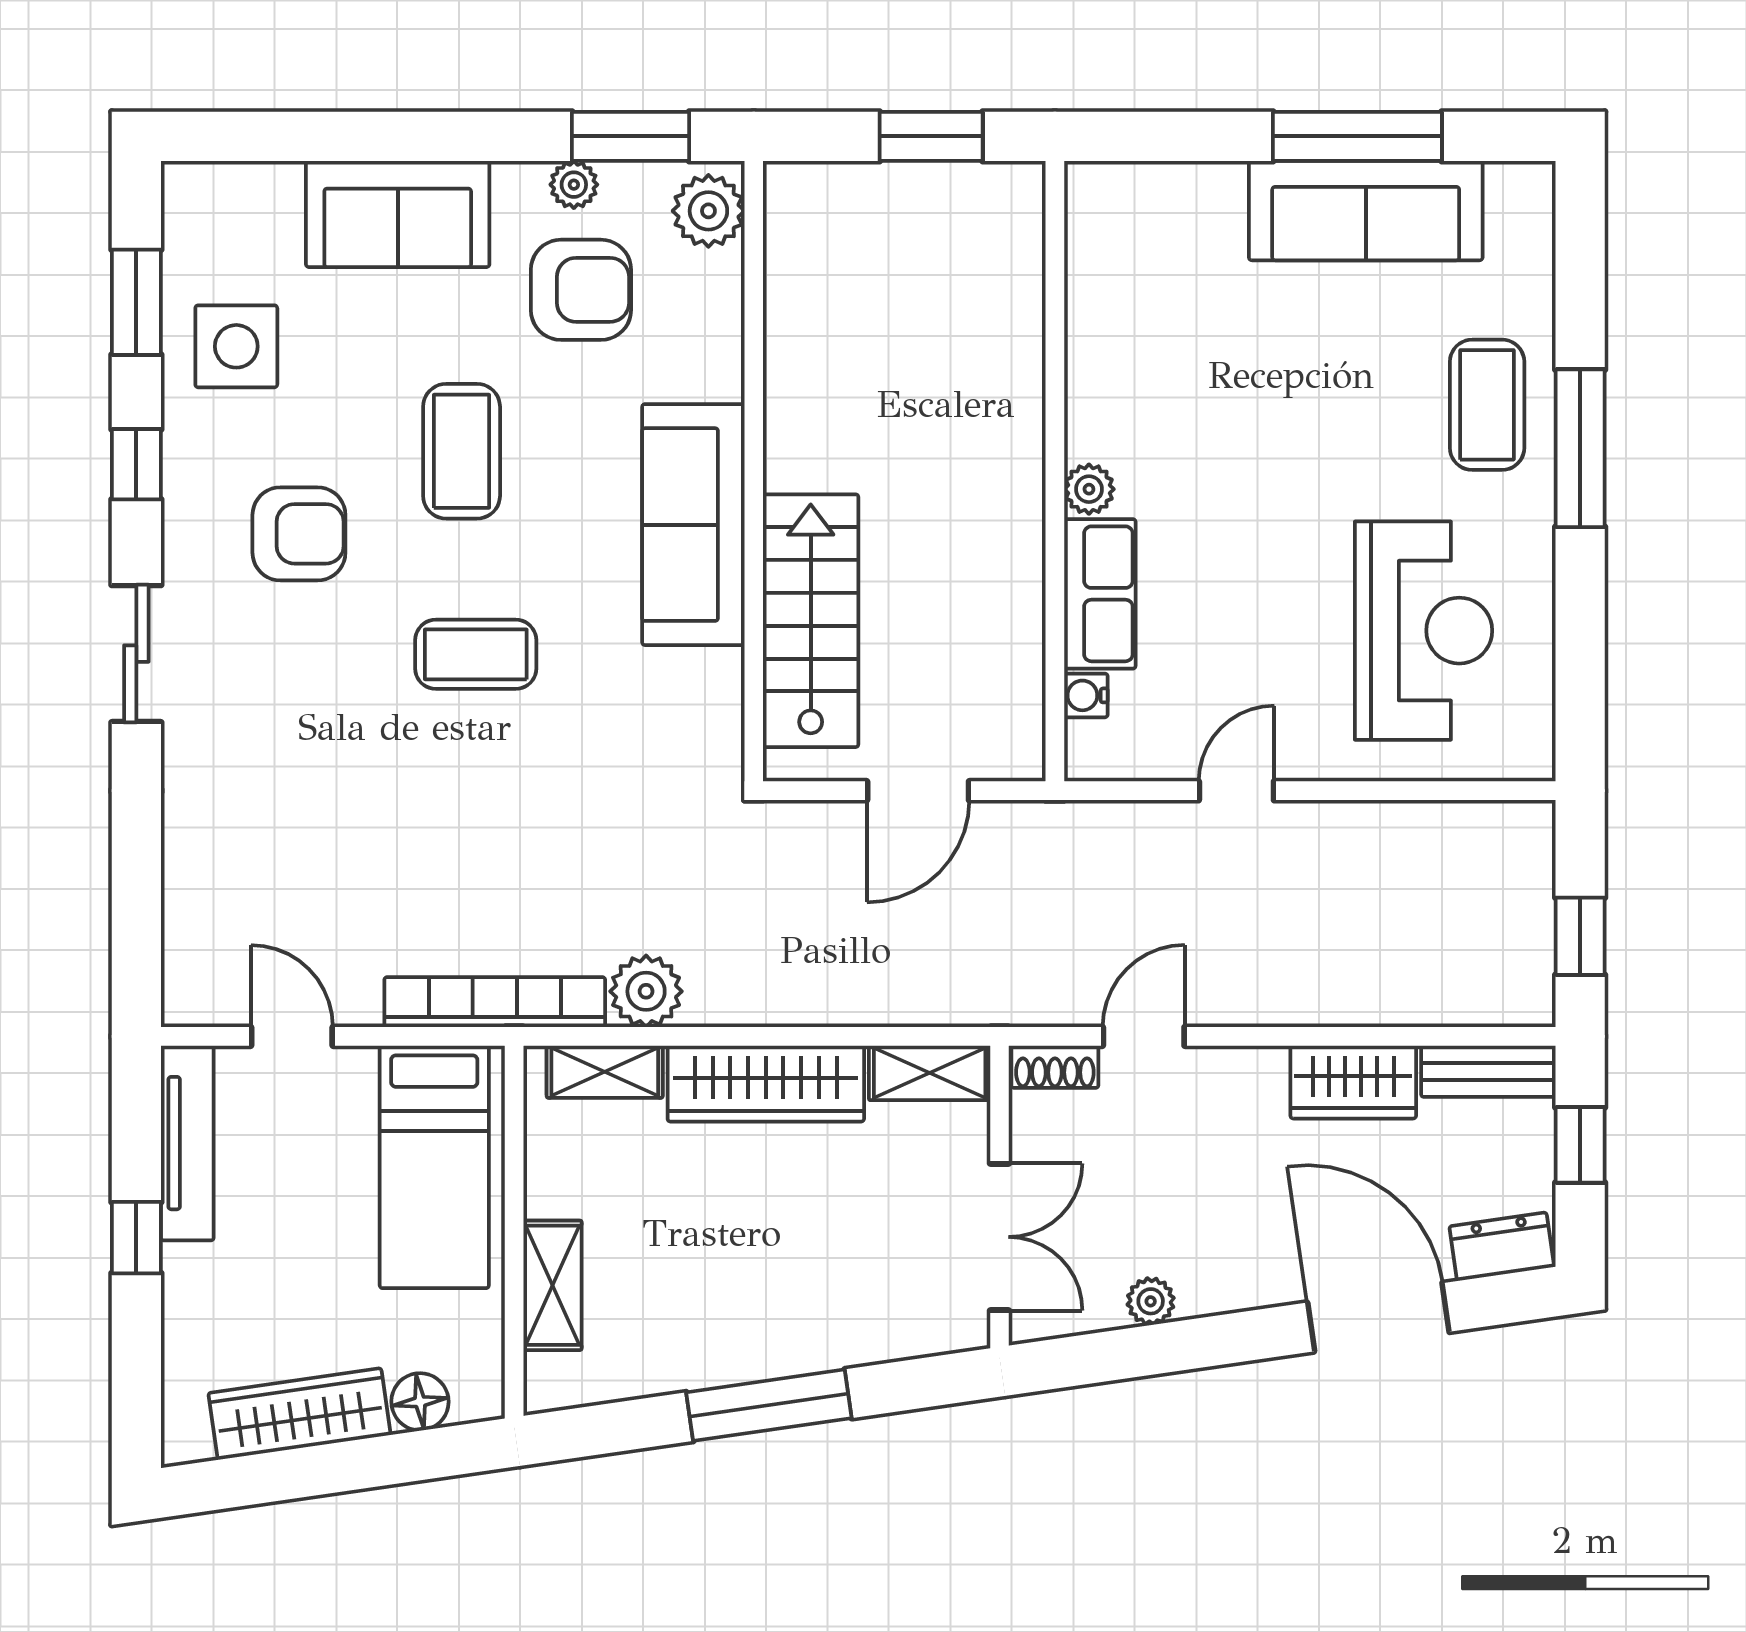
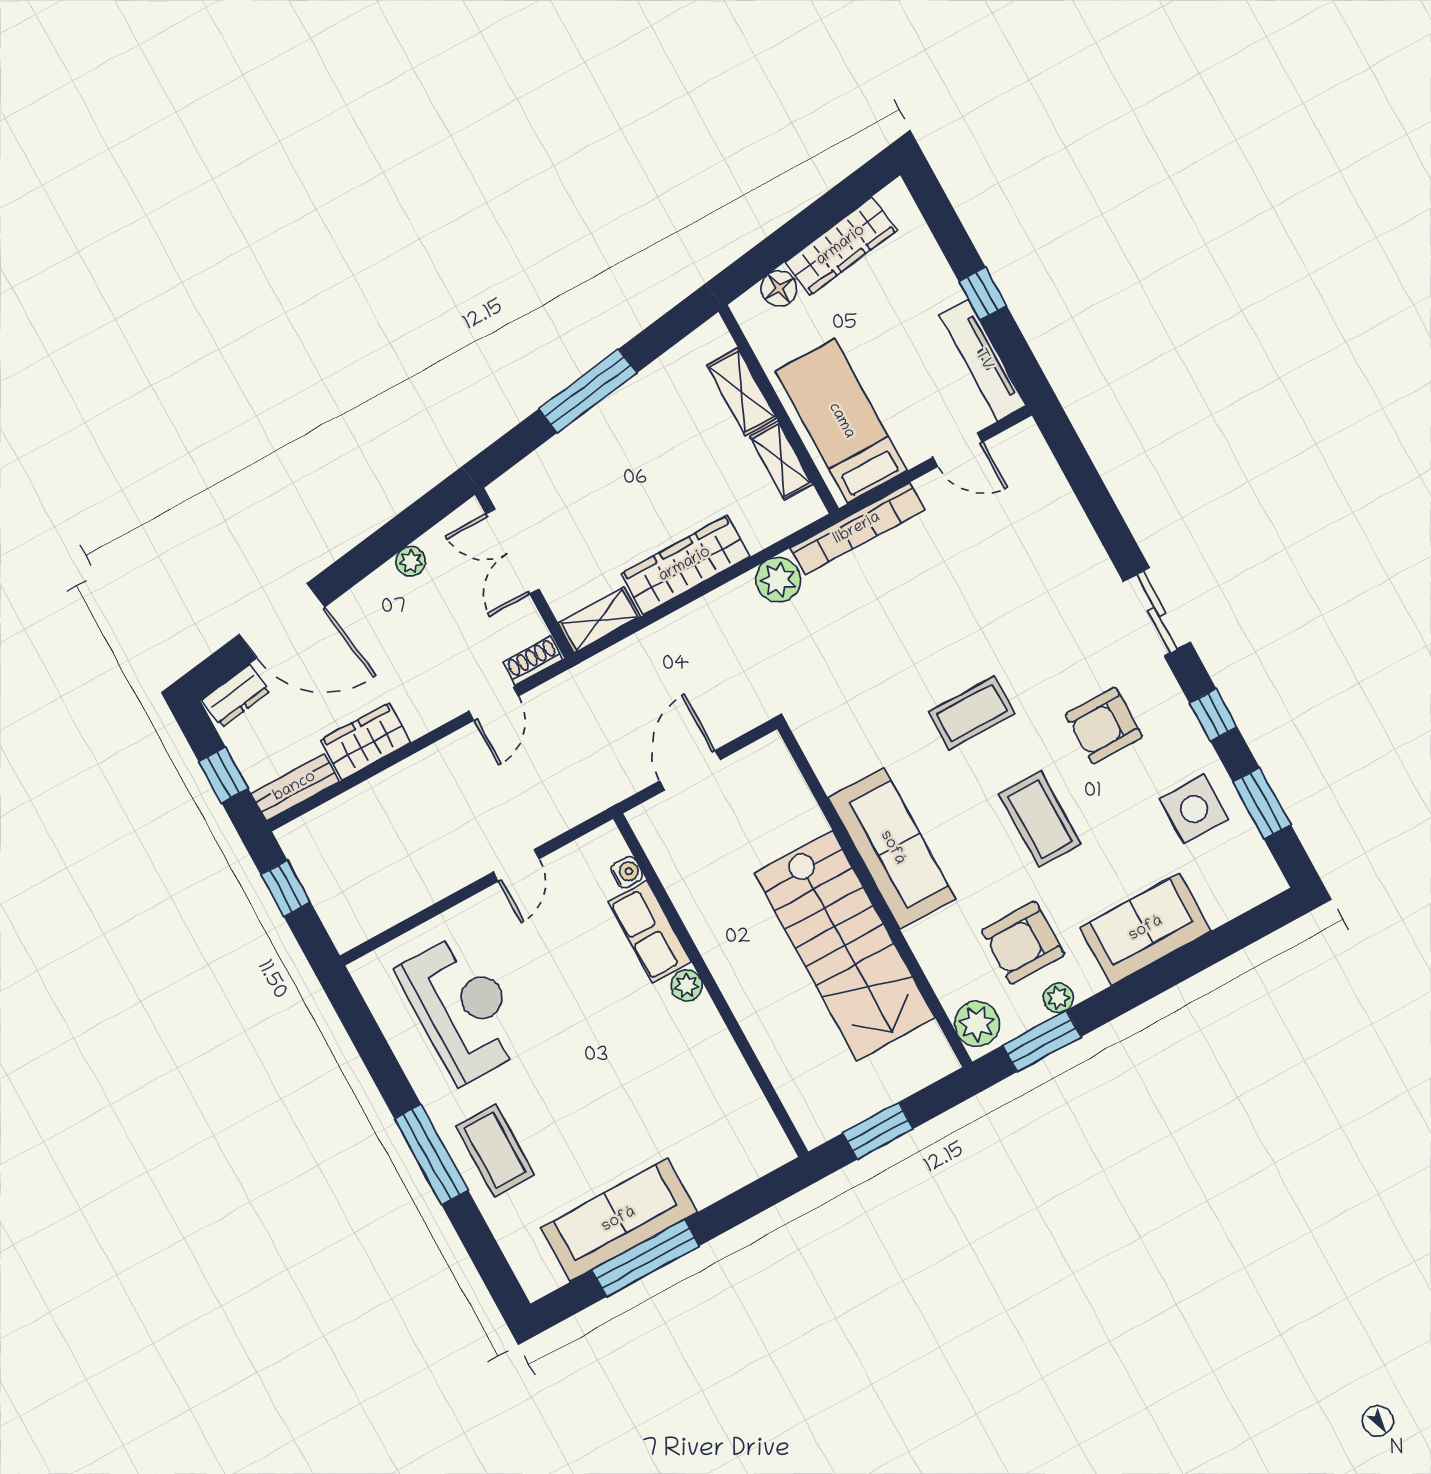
stairs: (811, 621) -> (845, 945), moved, width x1.36, depth x1.51
reception desk: (1424, 631) -> (462, 1008), turned 180
shelving: (605, 1072) -> (781, 460), moved, turned 90

